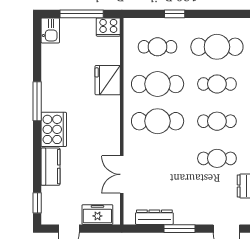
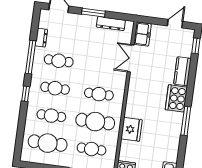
cafe table: (158, 121) -> (99, 94), width x0.73, depth x0.74
double door: (122, 174) -> (131, 58), swing flipped
freezer: (97, 215) -> (143, 34), moved, turned -90

